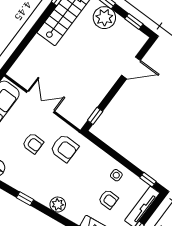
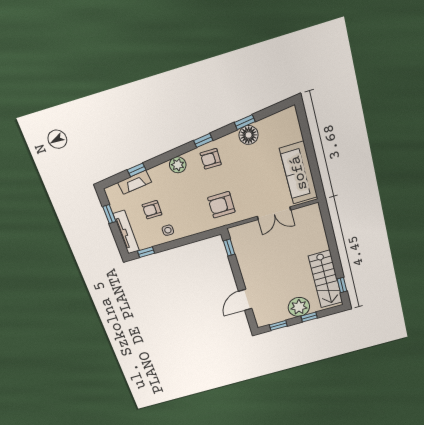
armchair: (33, 143) -> (211, 159), moved

